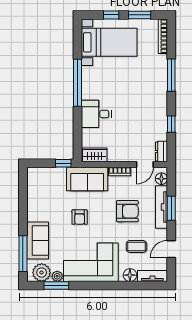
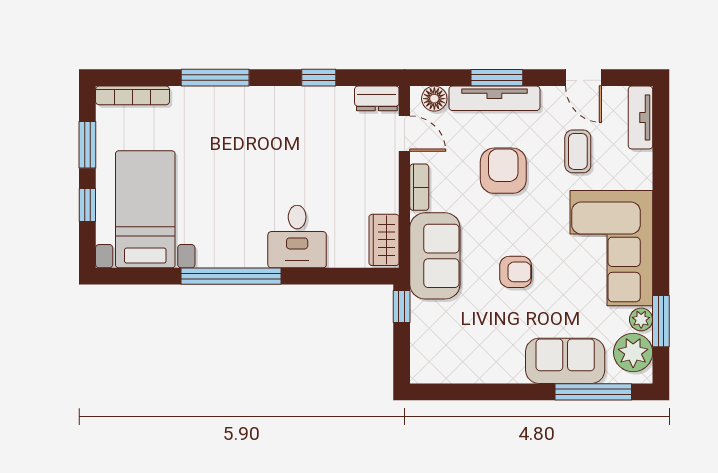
floor lamp: (130, 275) -> (639, 165), removed

